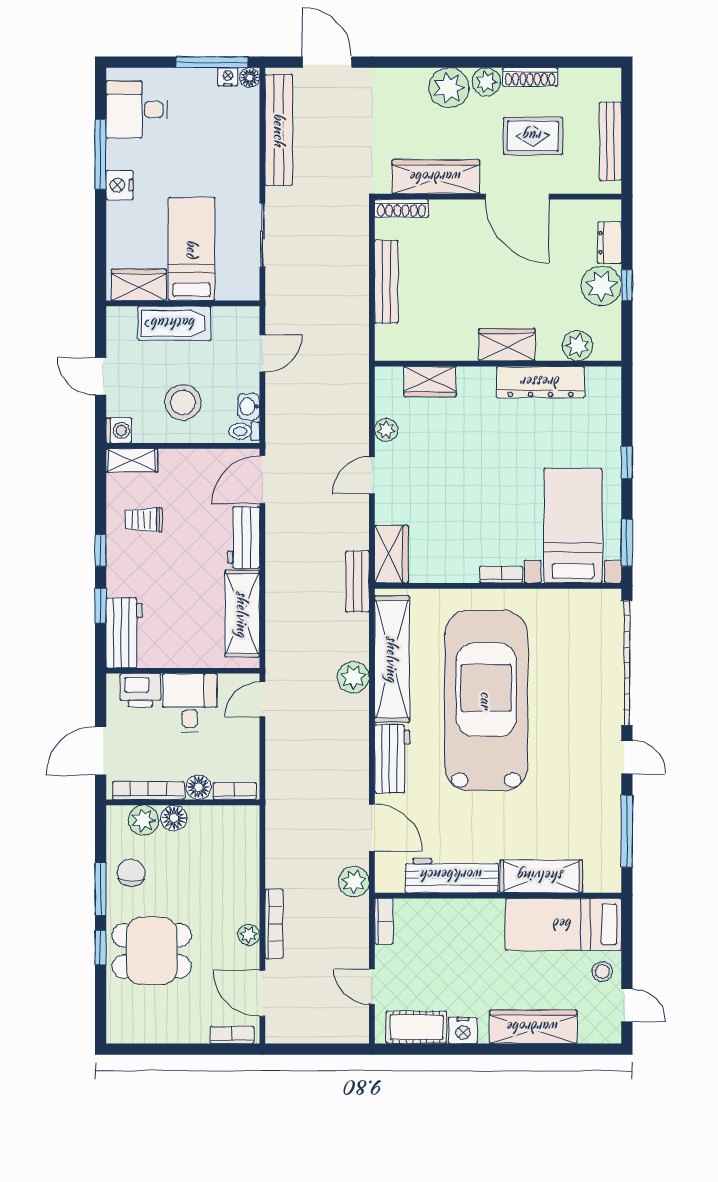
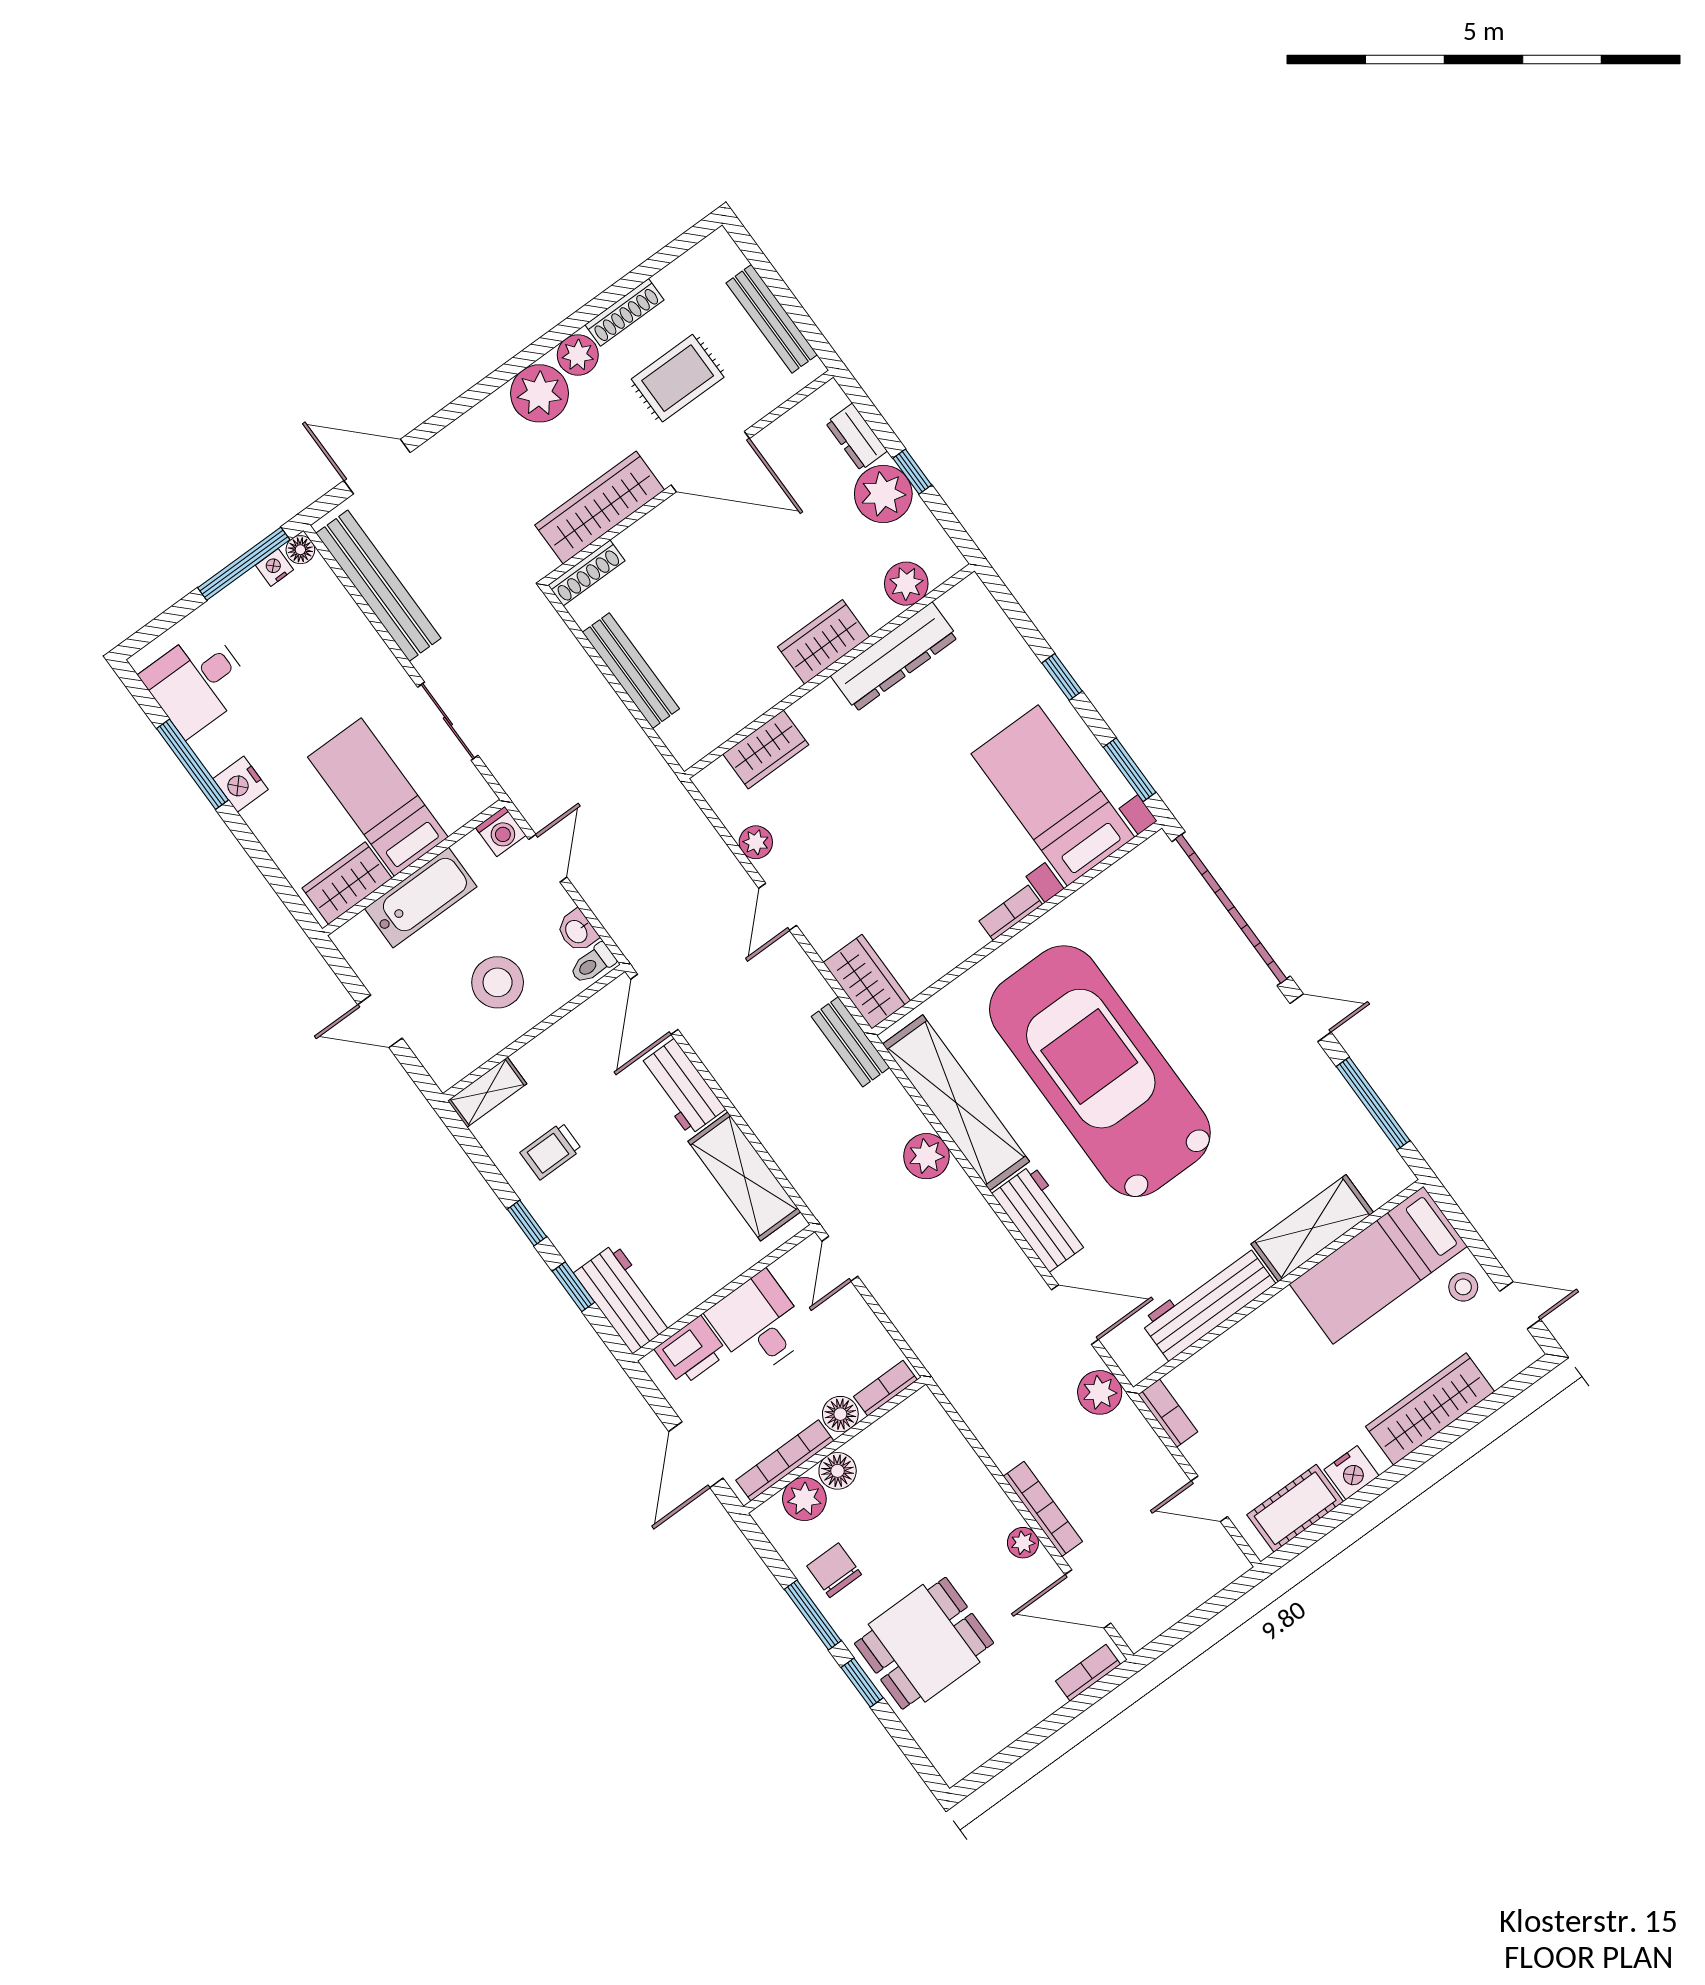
washing machine: (119, 430) -> (501, 831), moved, turned 90

